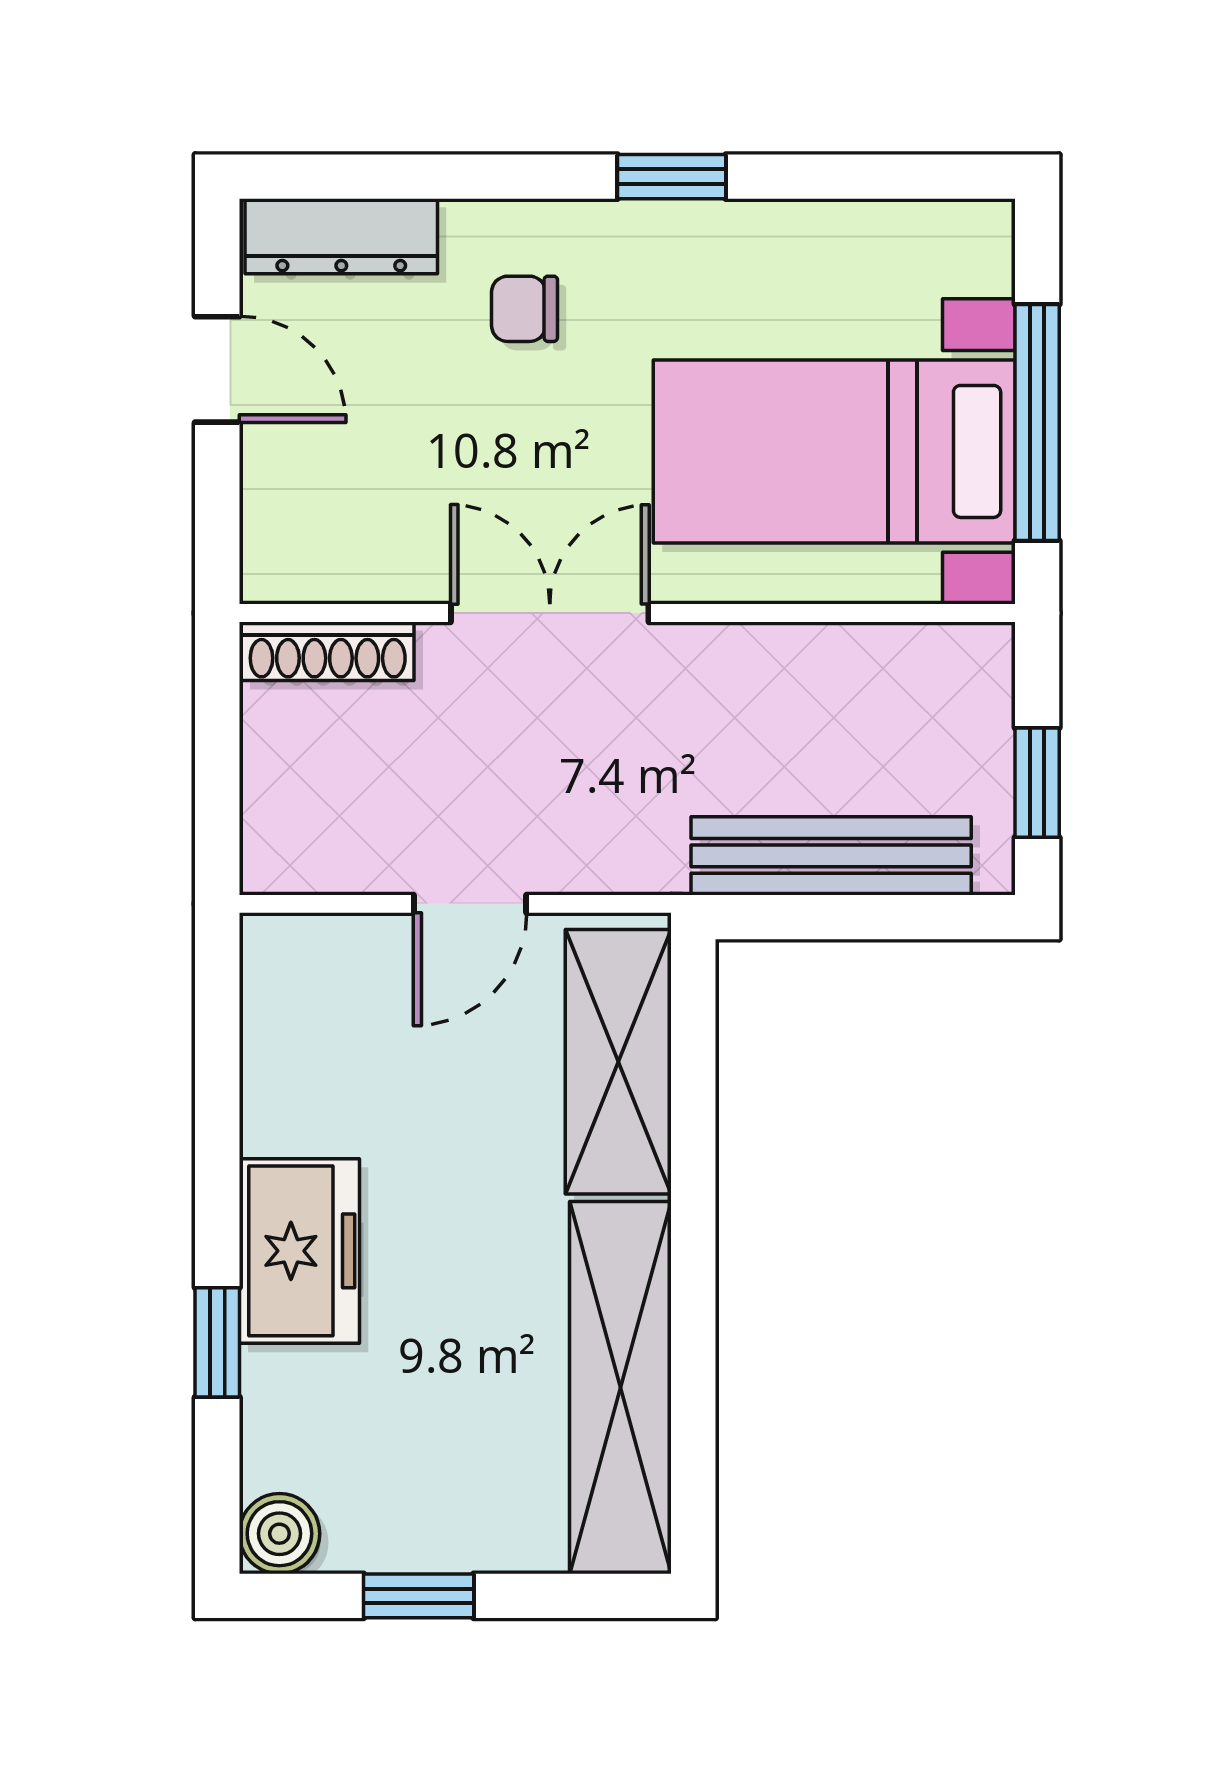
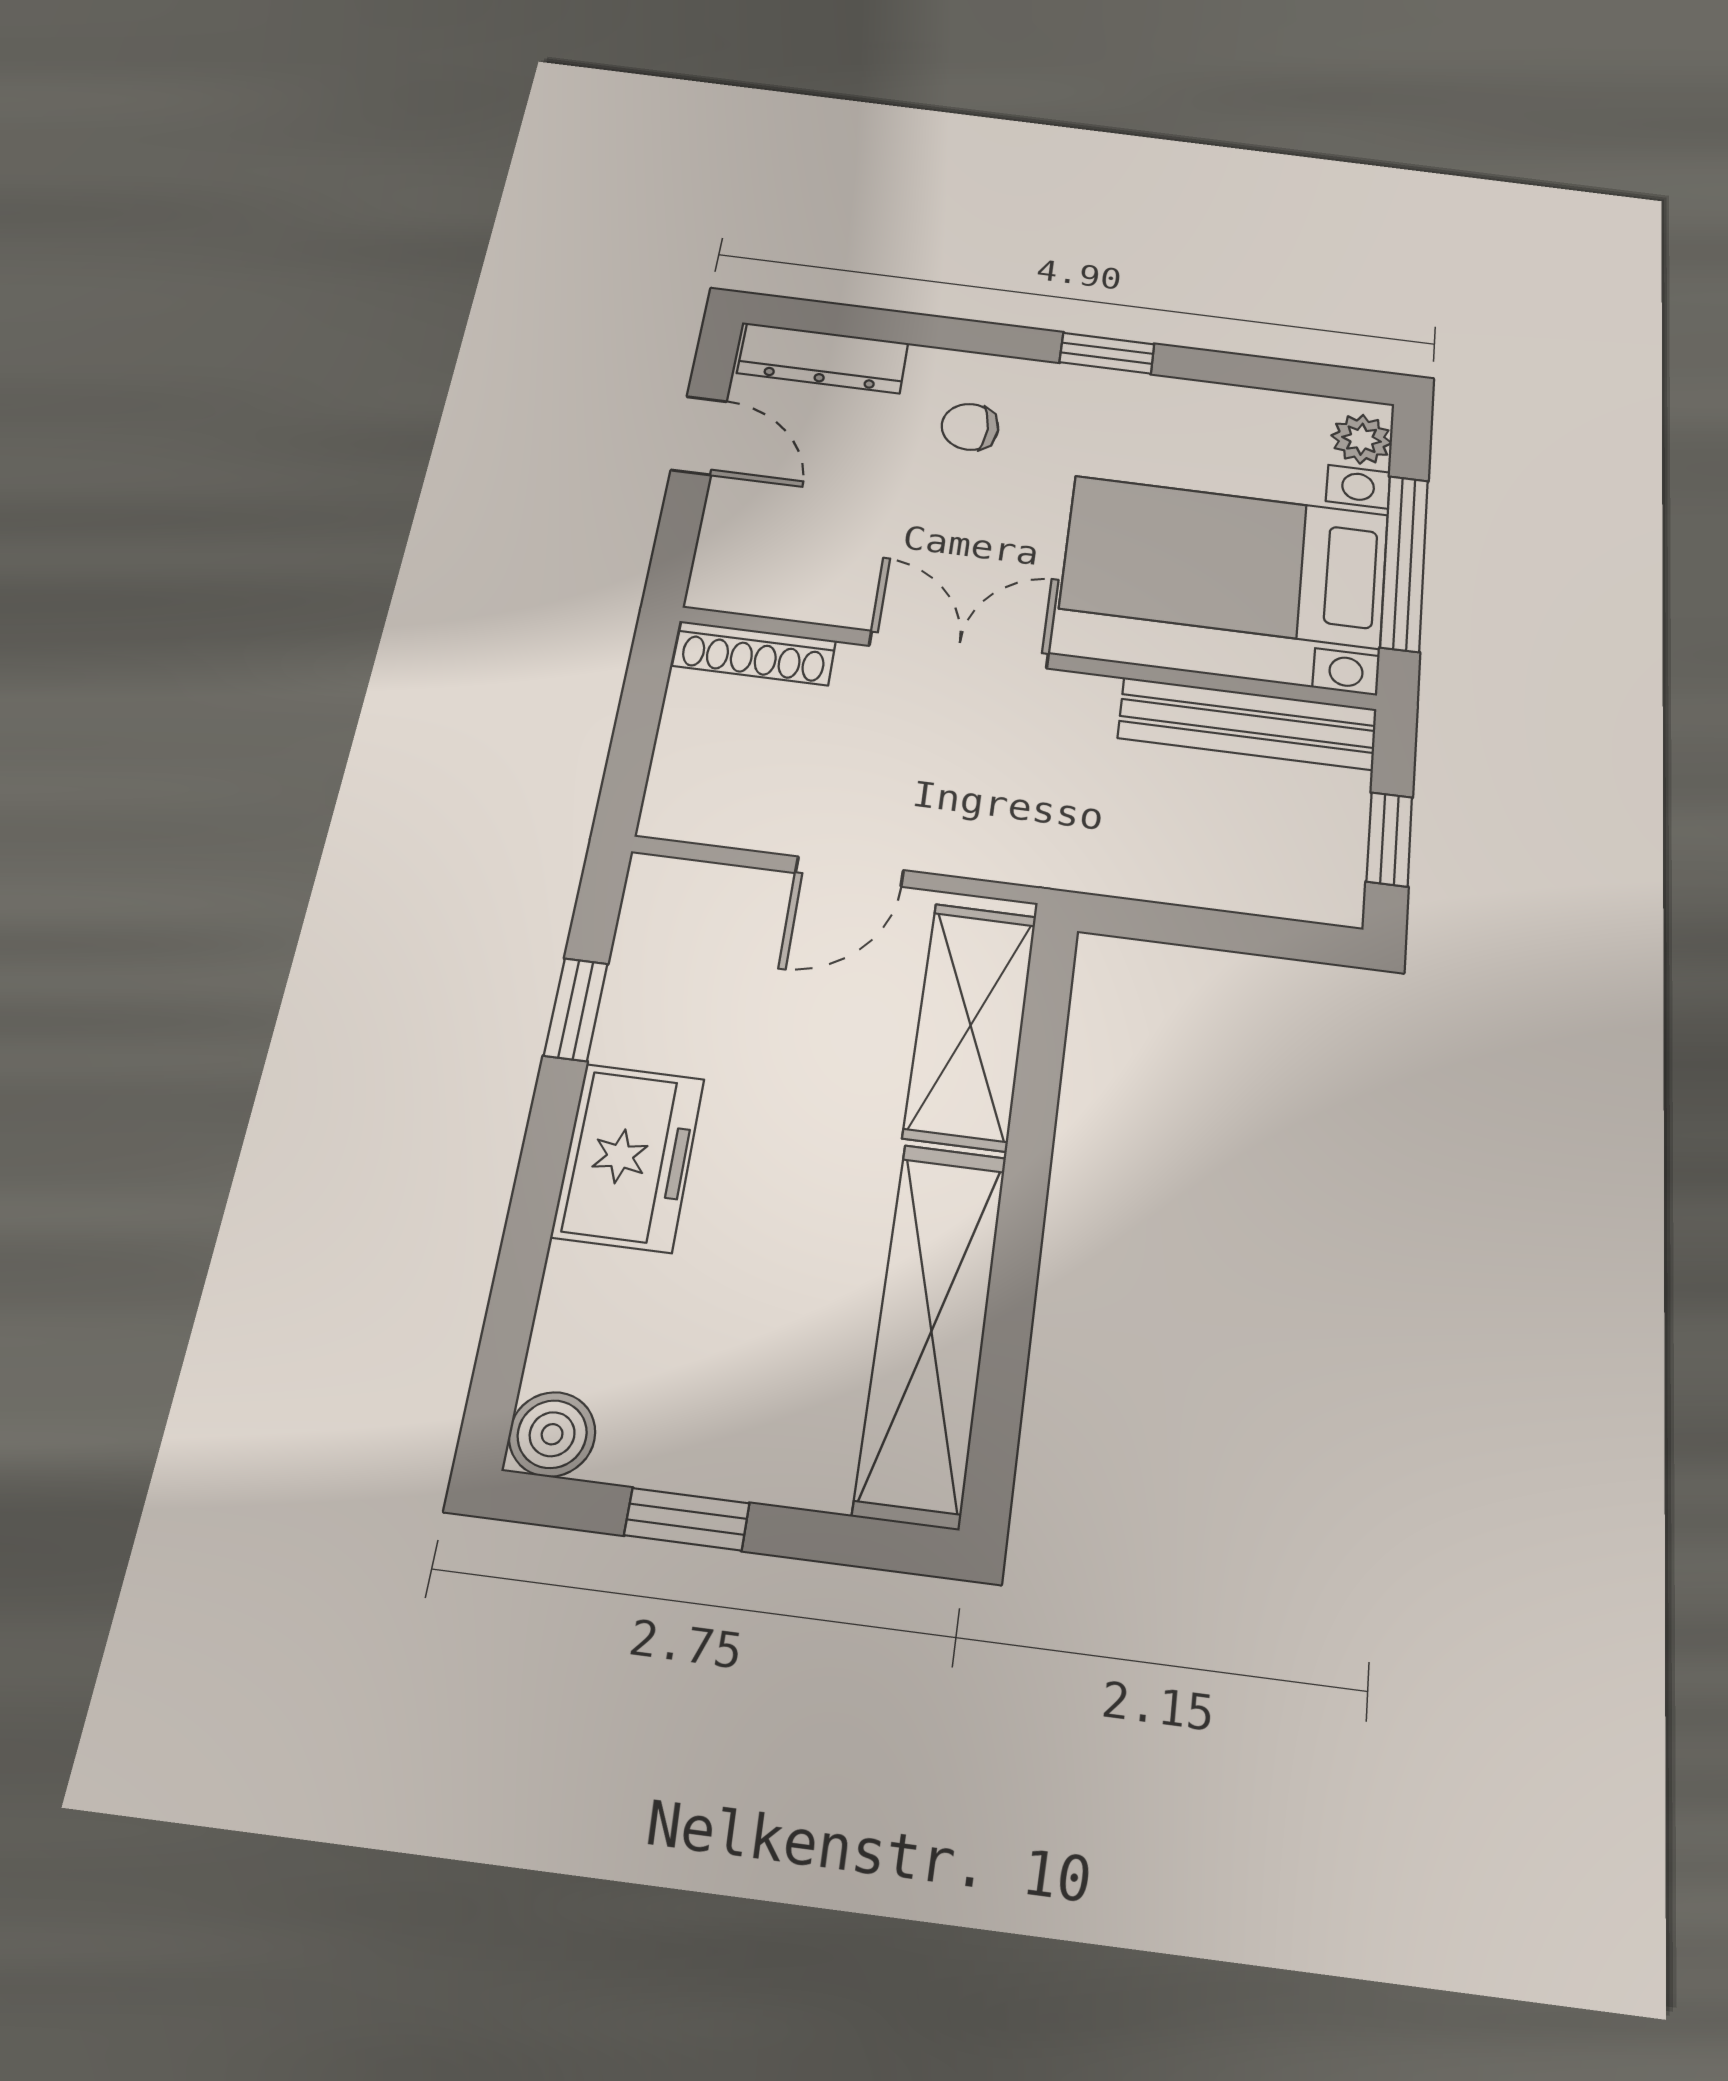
plant: (979, 256) -> (1362, 439), added
bench: (831, 856) -> (1248, 724), moved
window: (217, 1342) -> (576, 1010), moved

